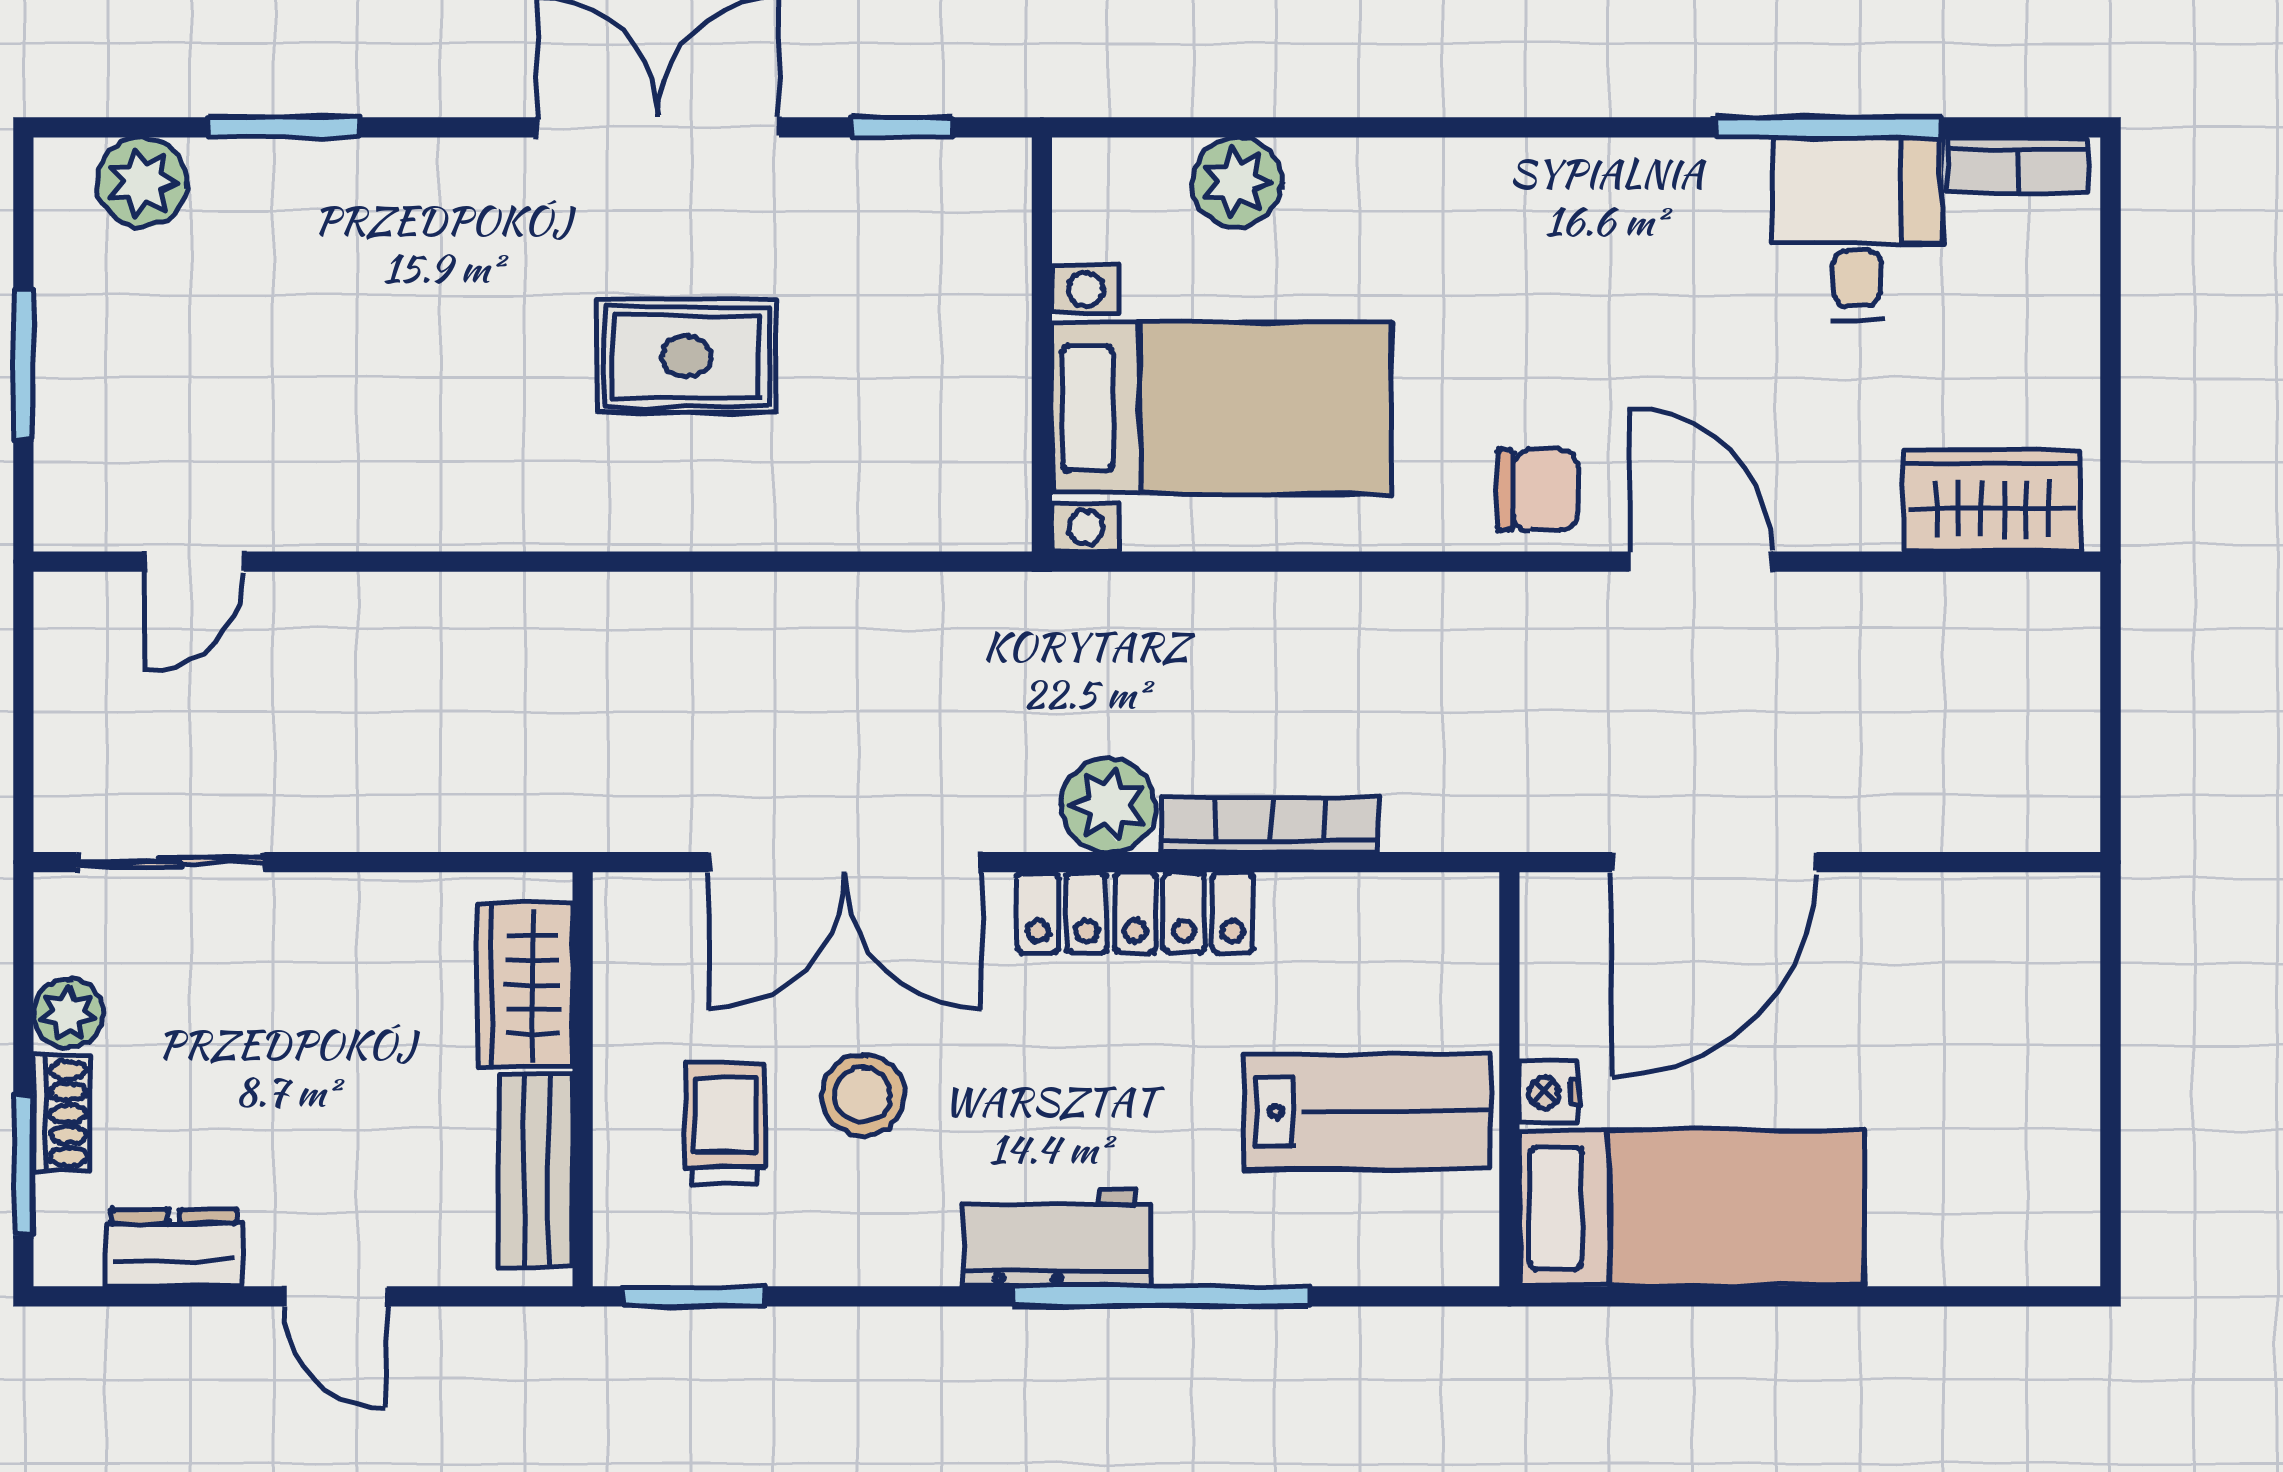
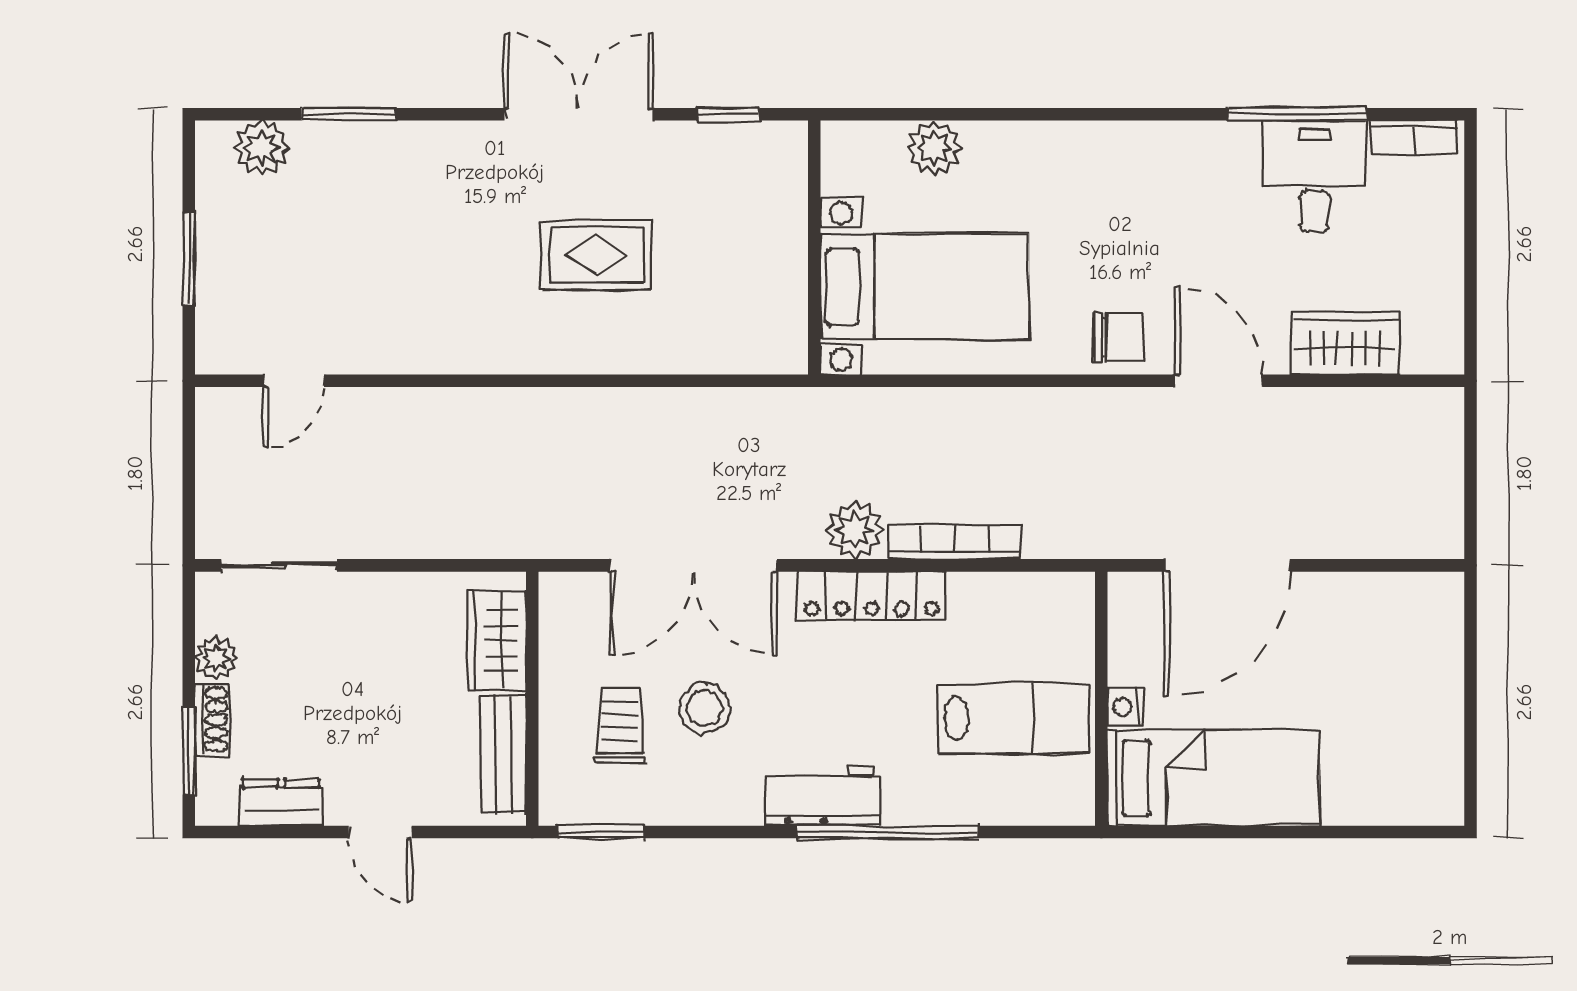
wardrobe: (1992, 500) -> (1345, 343), moved

